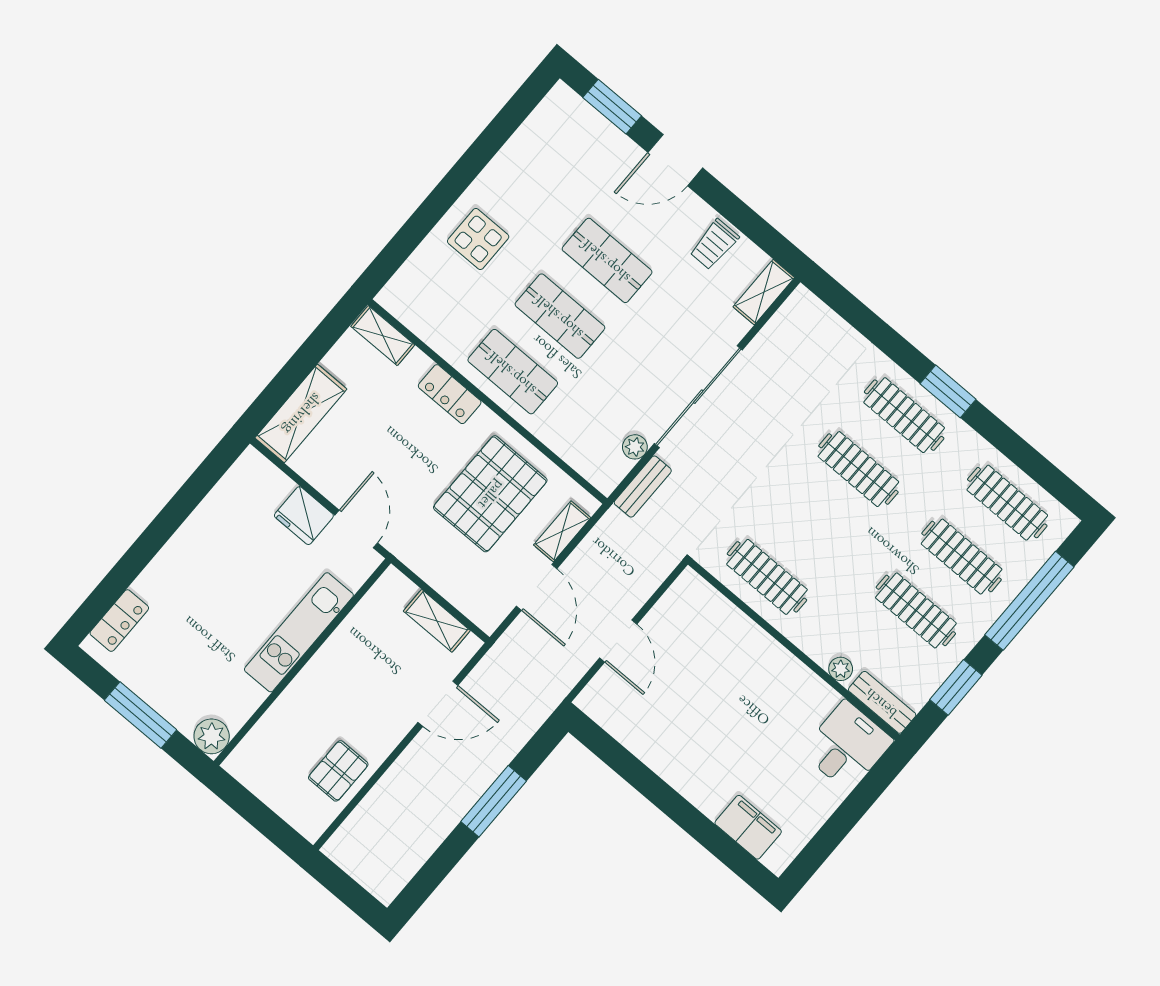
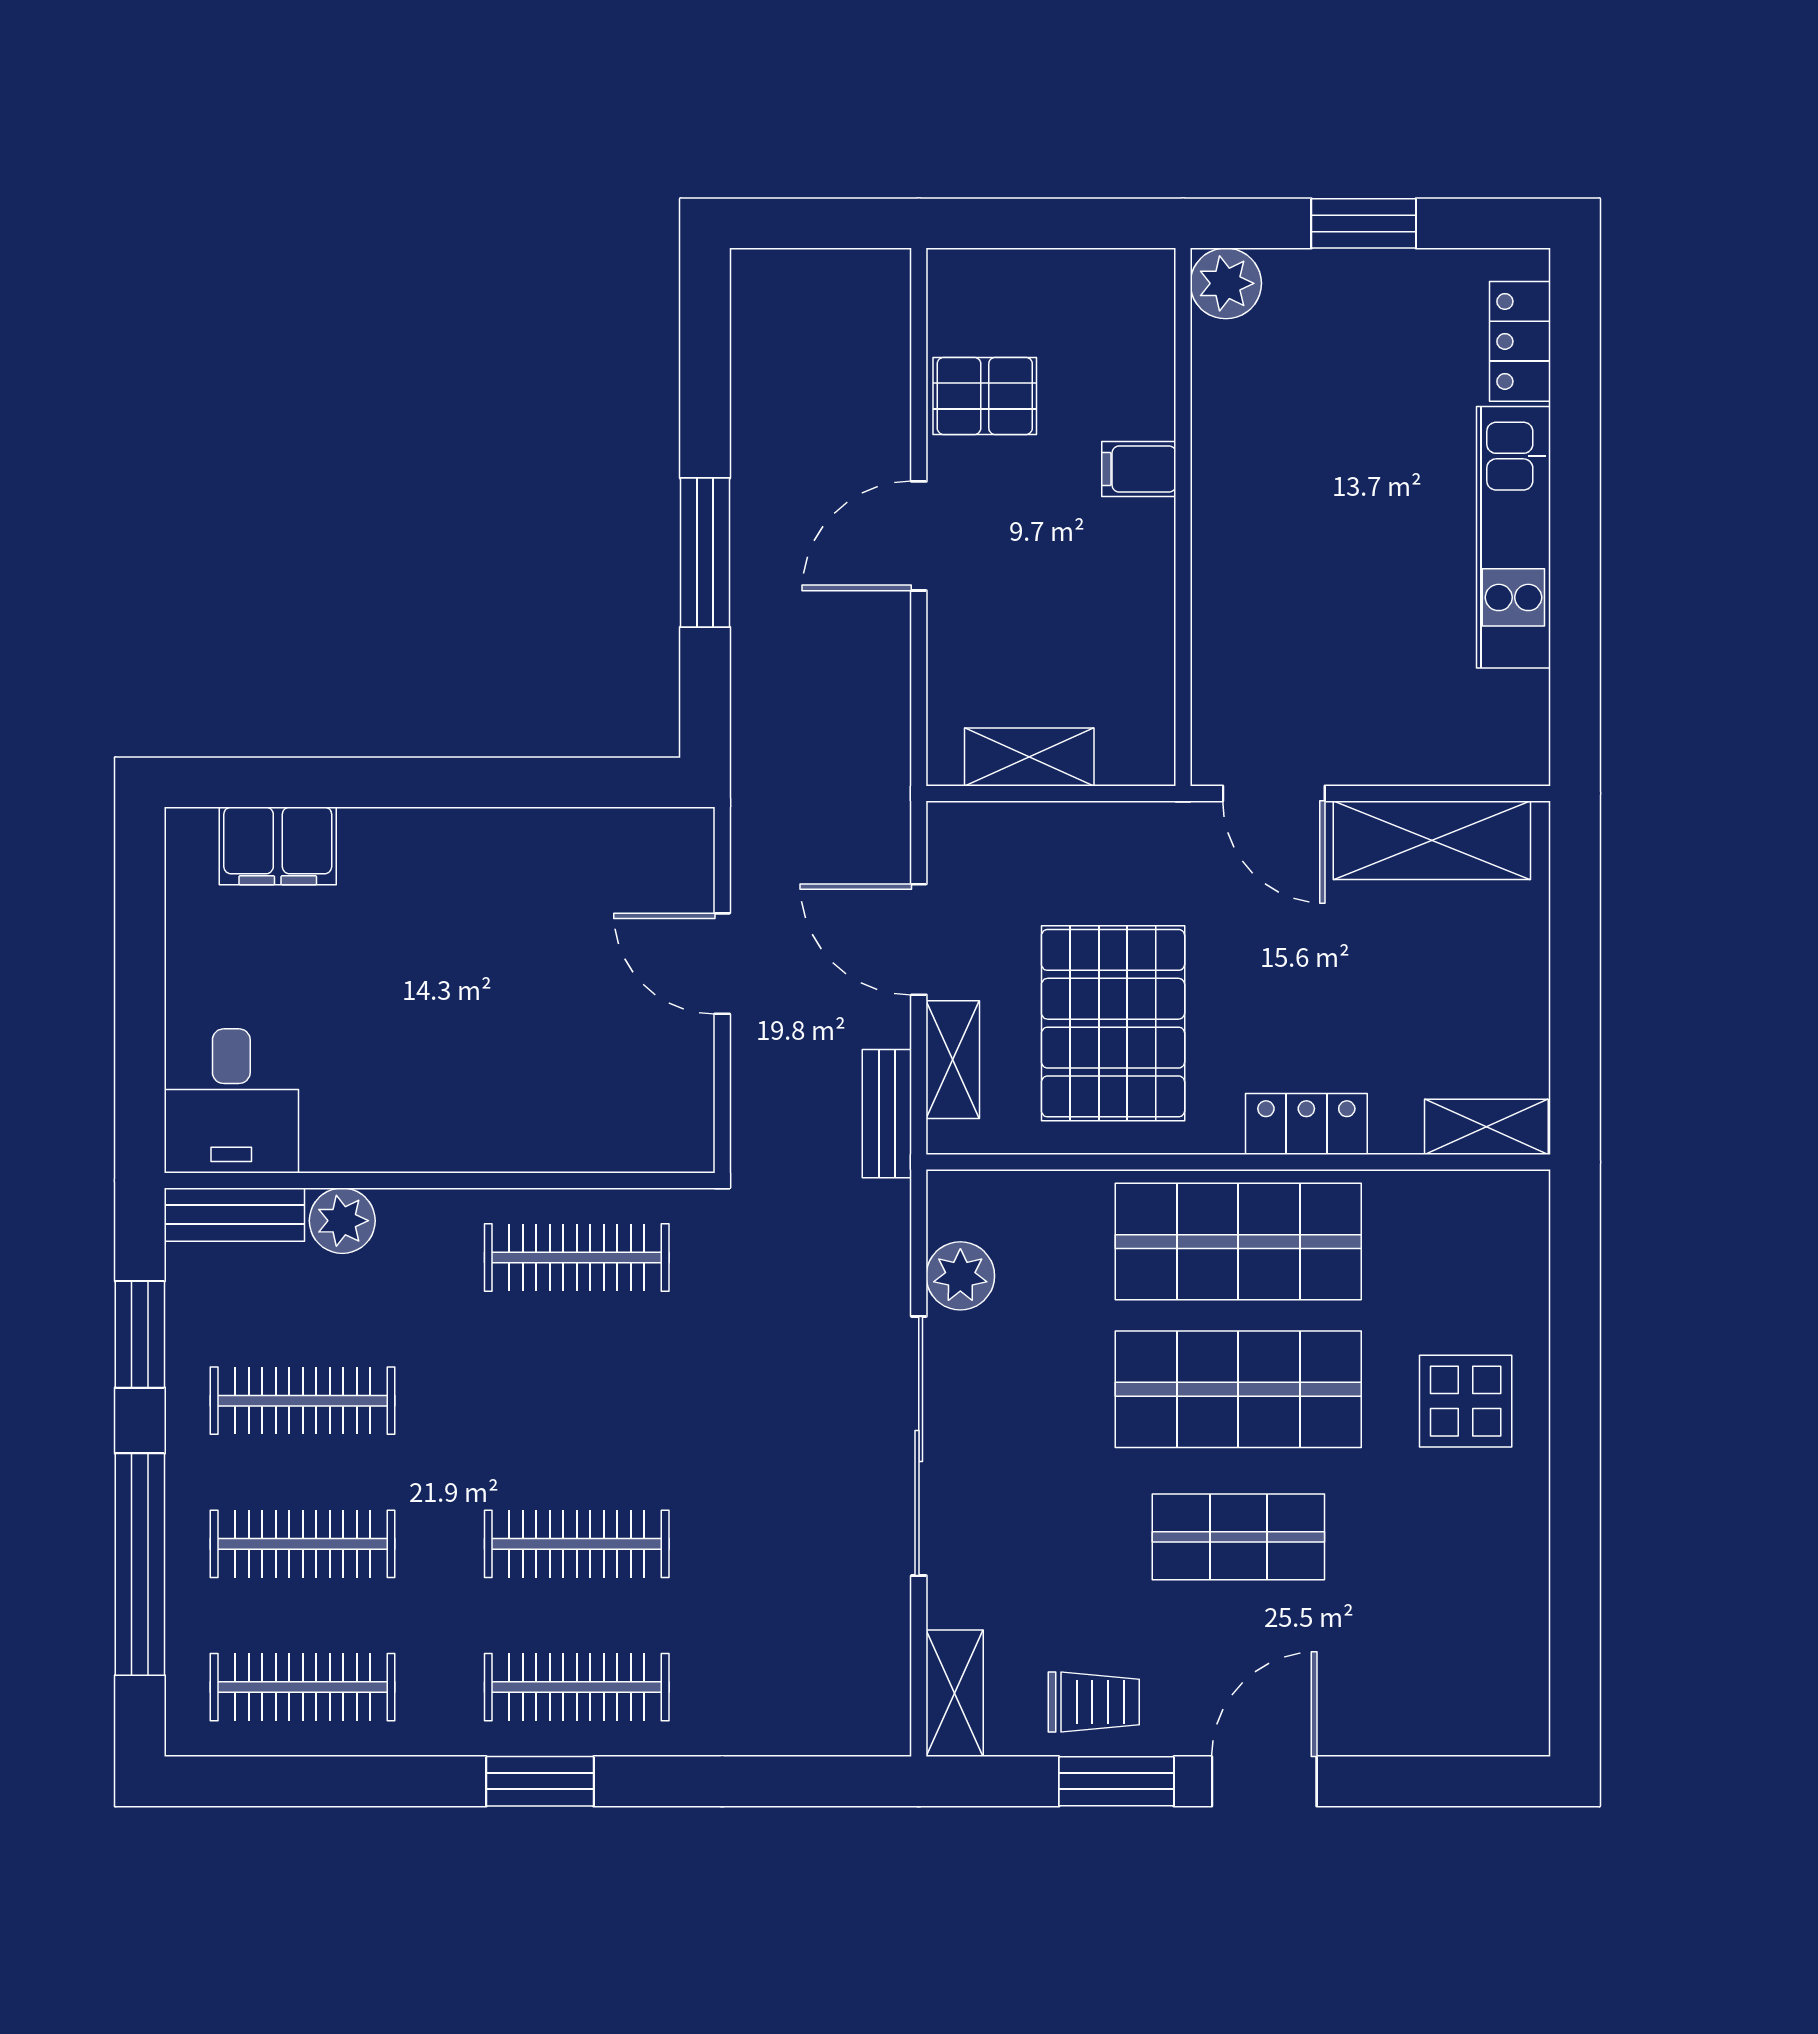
window: (612, 107) -> (1116, 1781), moved
trolley: (714, 244) -> (1094, 1702), turned 90
shop shelf: (560, 316) -> (1238, 1389), width x1.43, depth x1.36
shop shelf: (513, 372) -> (1238, 1242), width x1.43, depth x1.36
shelving: (301, 413) -> (1432, 840), moved, turned 90
plant: (635, 447) -> (960, 1276), width x1.38, depth x1.38
bench: (643, 487) -> (887, 1114), moved
fridge: (304, 516) -> (1372, 745), removed
kitchen unit: (299, 632) -> (1513, 537), moved, turned 180
plant: (841, 669) -> (342, 1221), width x1.38, depth x1.38
filing cabinet: (304, 694) -> (1139, 469), added
door: (438, 704) -> (919, 536), moved
window: (140, 715) -> (1364, 223), width x0.69
pallet: (338, 771) -> (985, 396), turned 90

